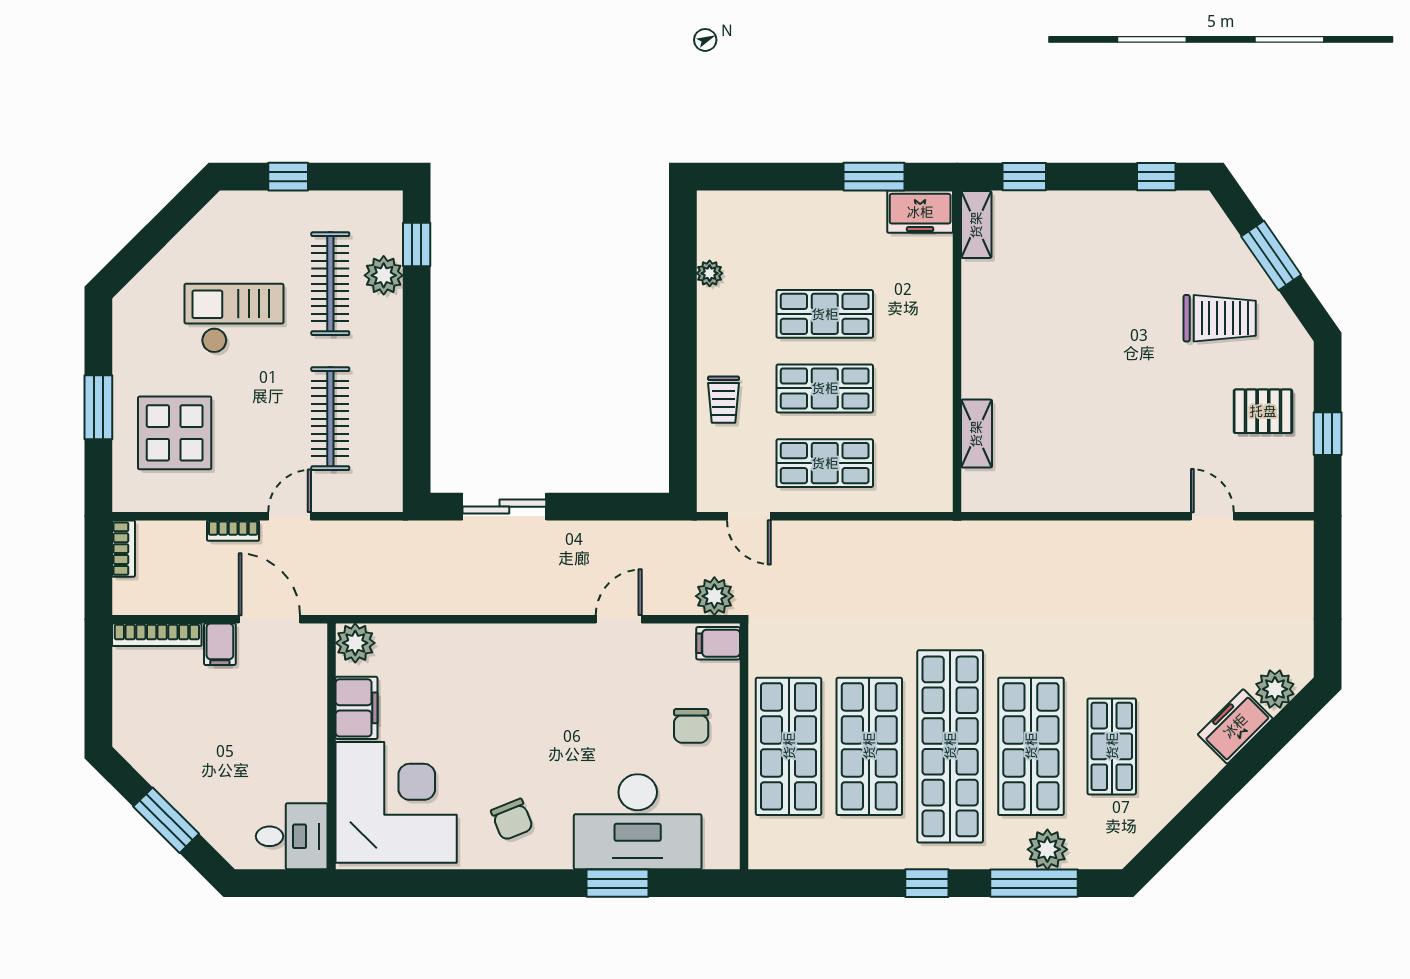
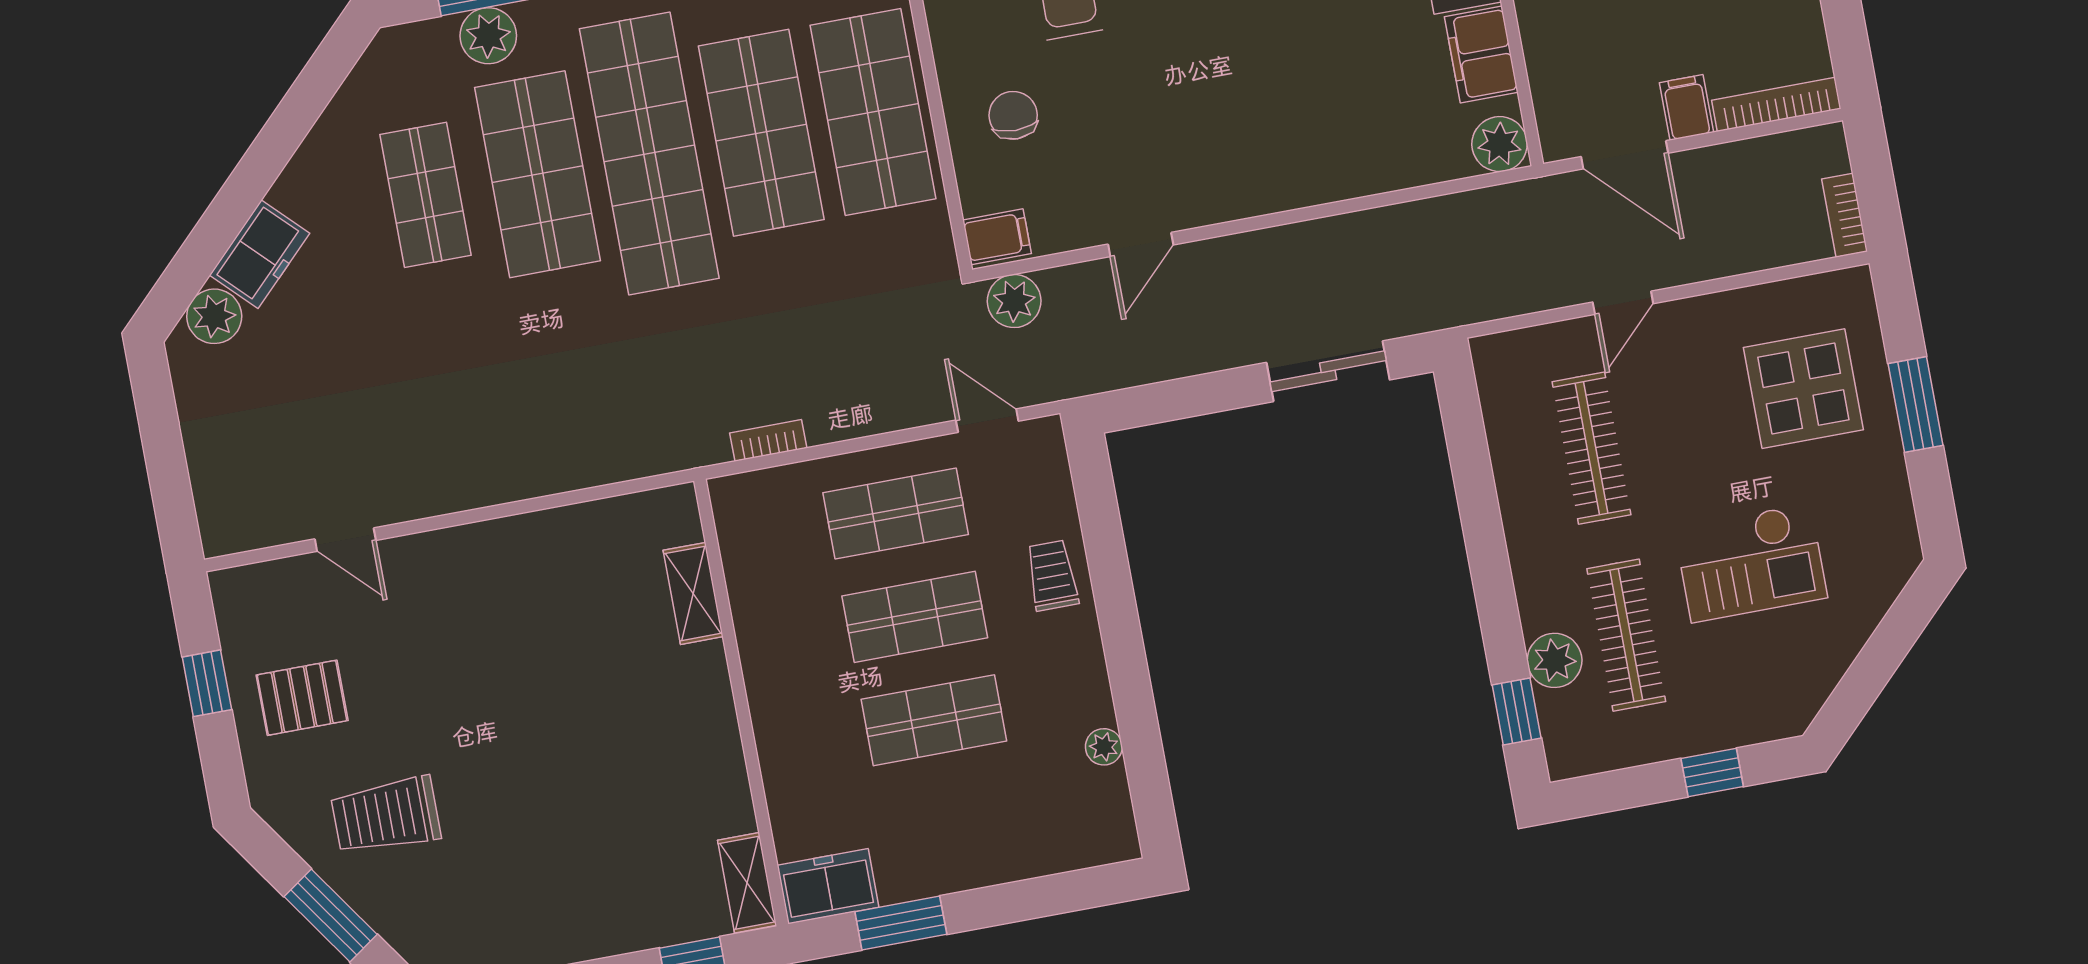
bookcase: (233, 531) -> (768, 440), moved

